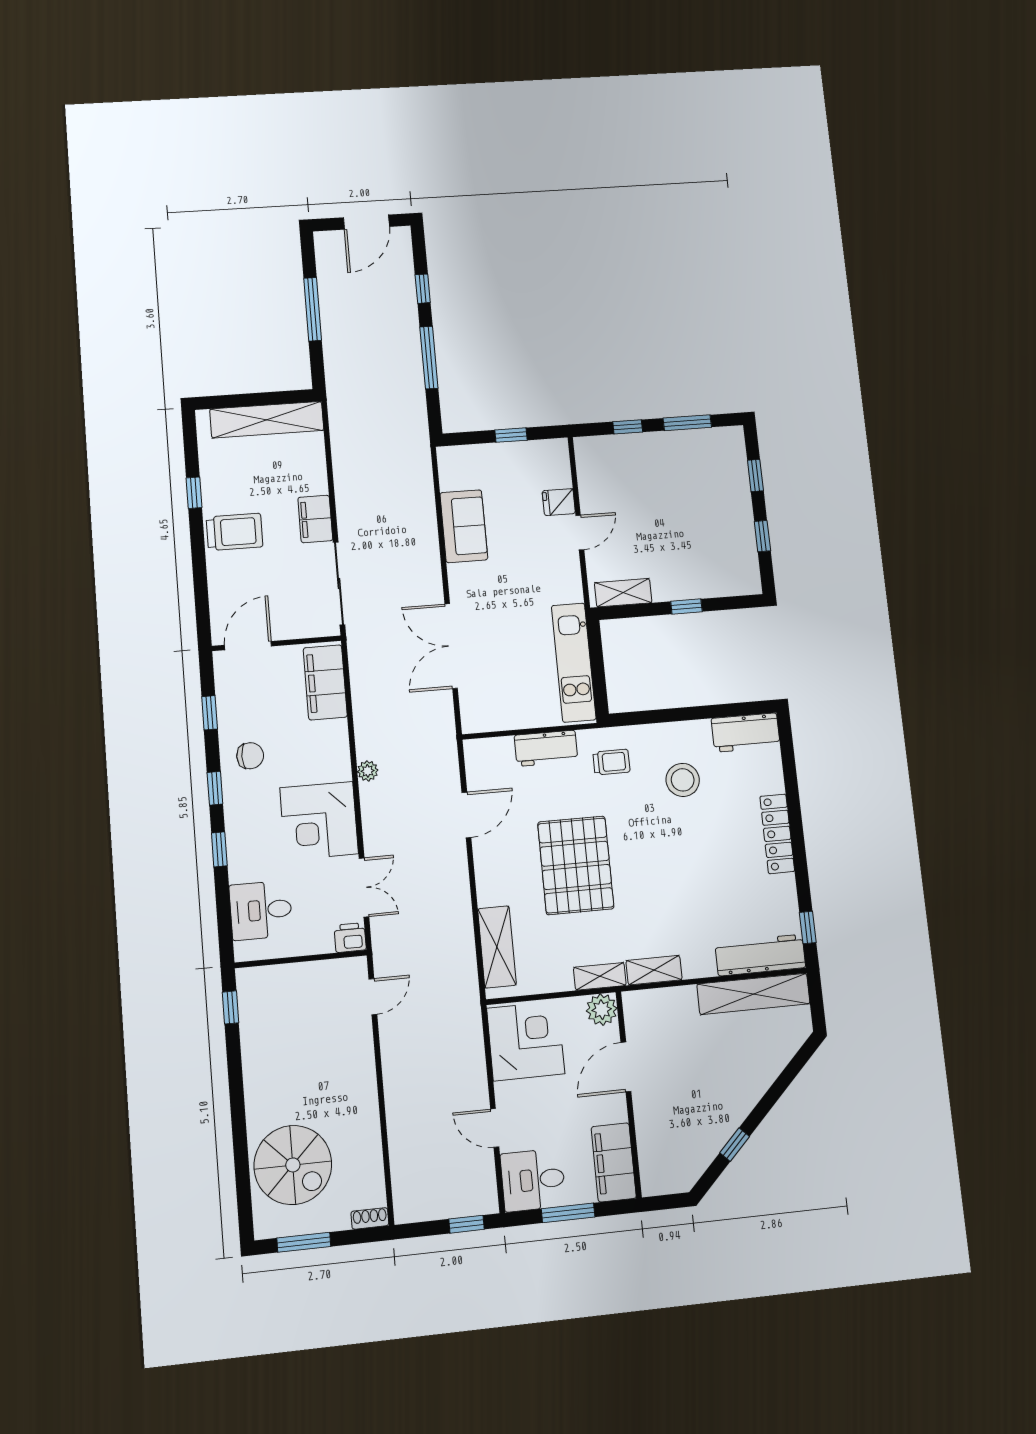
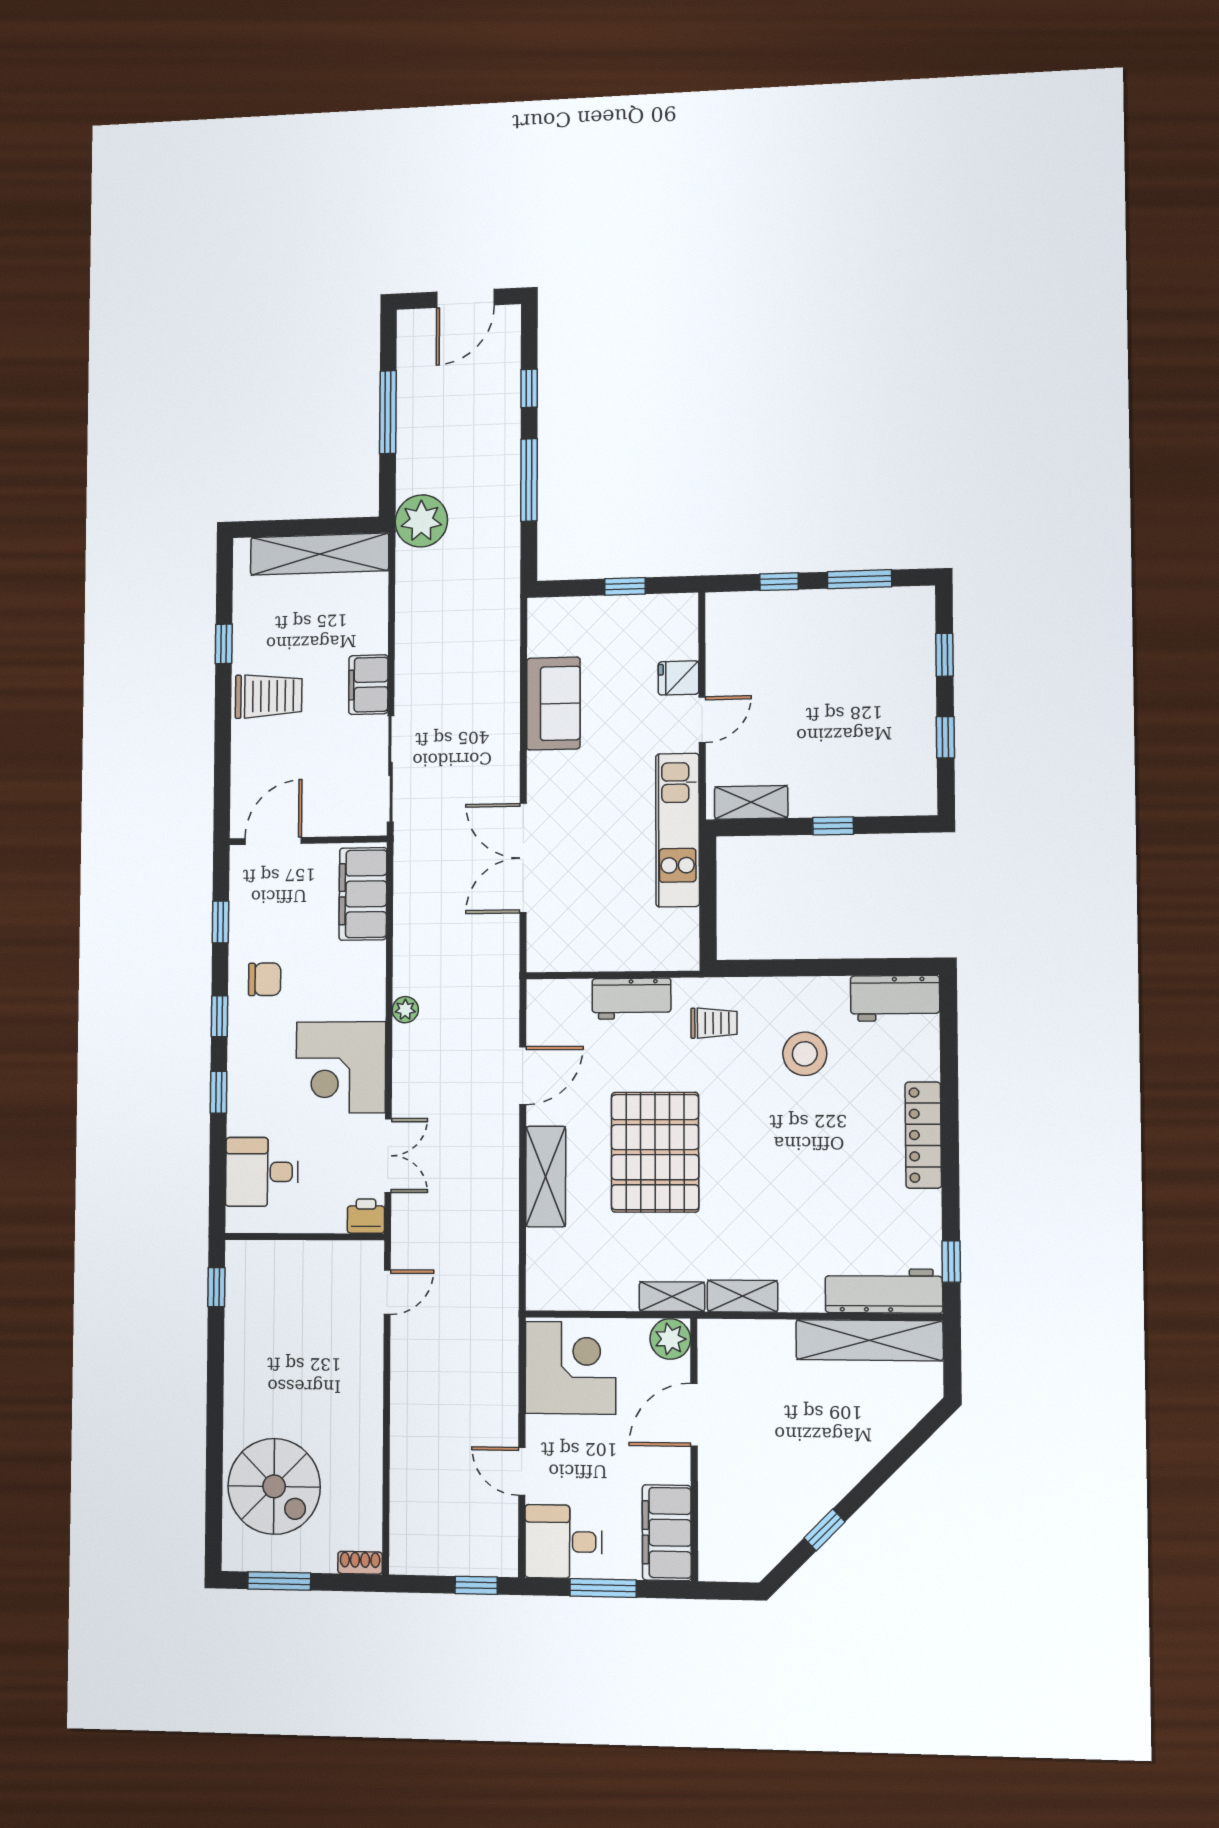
plant: (347, 391) -> (421, 521), added
kitchen unit: (574, 662) -> (678, 830), moved
shelving: (497, 947) -> (546, 1176), moved

